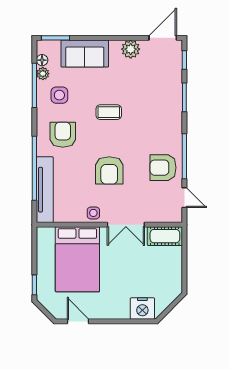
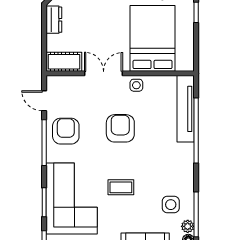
corner sofa: (157, 101) -> (72, 199), added
armchair: (63, 135) -> (167, 165), removed
armchair: (163, 168) -> (66, 131), turned -90
dresser: (175, 278) -> (54, 20), added

